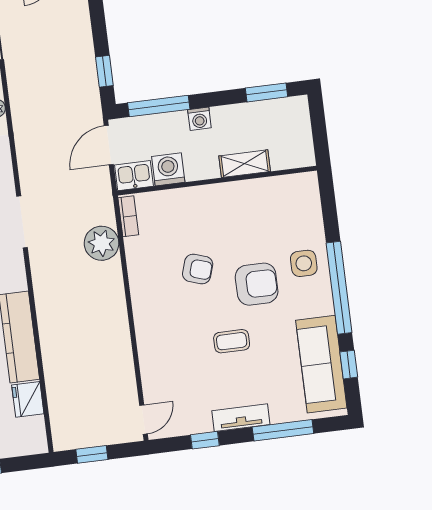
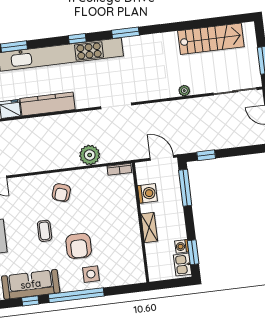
washing machine: (199, 119) -> (182, 246), moved
shelving: (245, 164) -> (149, 228), moved
kitchen sink: (134, 176) -> (182, 265), moved, turned 180
plant: (102, 243) -> (90, 155), moved
armchair: (198, 269) -> (61, 193), moved

